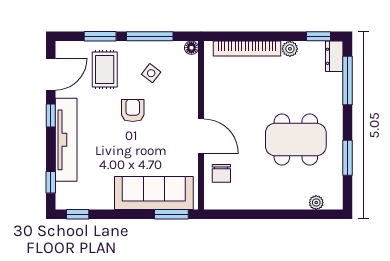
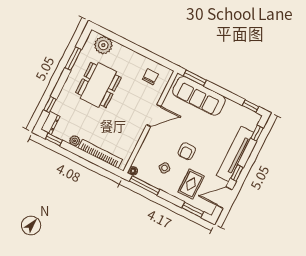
window: (100, 36) -> (193, 210), moved
window: (150, 36) -> (145, 185), moved
window: (348, 81) -> (50, 105), width x0.46
door: (201, 136) -> (154, 116), swing flipped
dining table: (296, 140) -> (98, 85), turned 90
chair: (221, 173) -> (150, 77), moved
plant: (316, 203) -> (103, 45), width x1.88, depth x1.88

